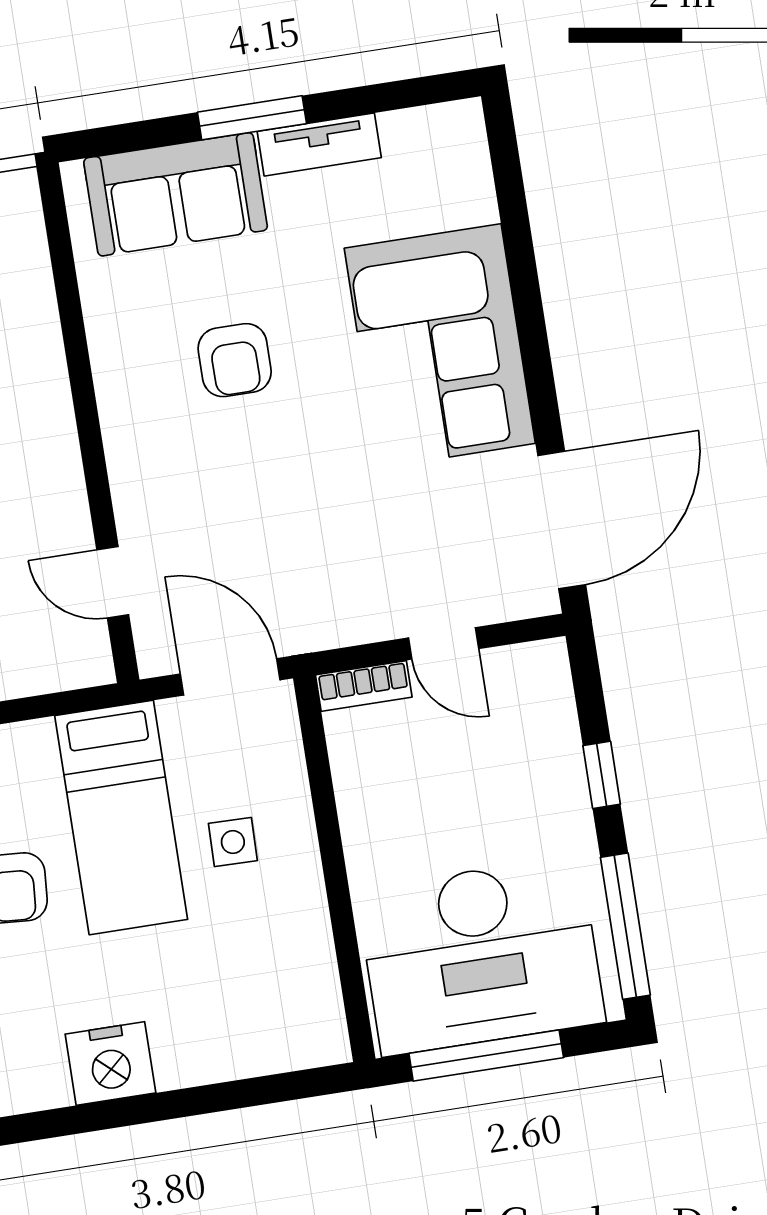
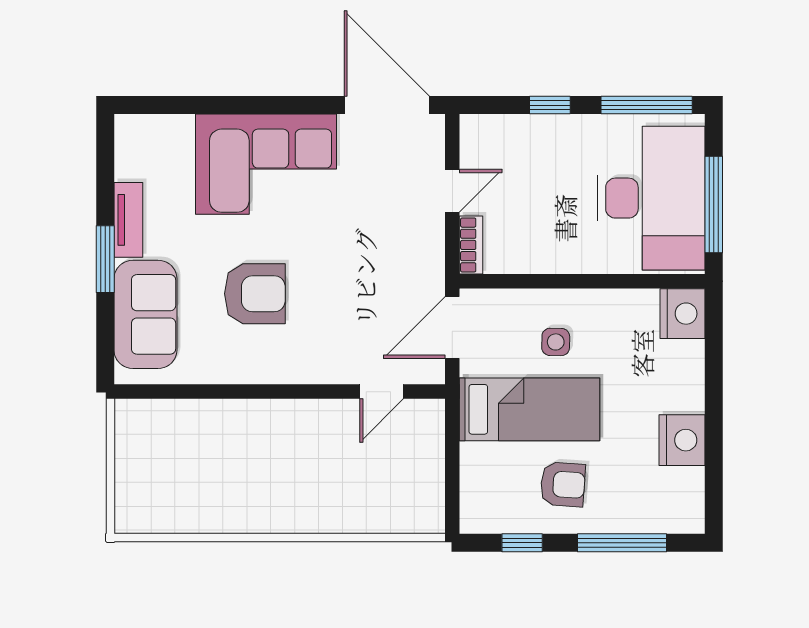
armchair: (235, 360) -> (255, 294), width x1.38, depth x1.38
nightstand: (308, 1033) -> (682, 314), added

